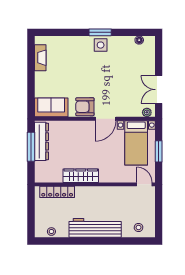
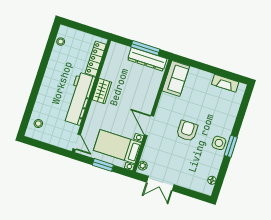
double door: (159, 90) -> (160, 183), swing flipped
armchair: (85, 107) -> (187, 131), moved
wardrobe: (81, 176) -> (102, 91), width x0.67
door: (144, 184) -> (77, 142), hinge flipped
workbench: (95, 228) -> (79, 99), moved, turned 180

